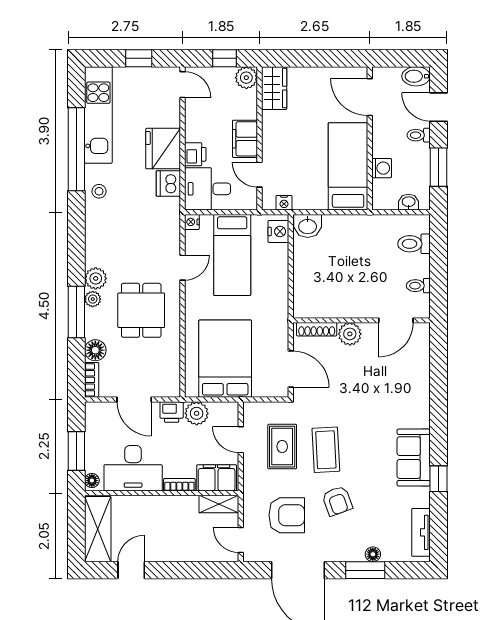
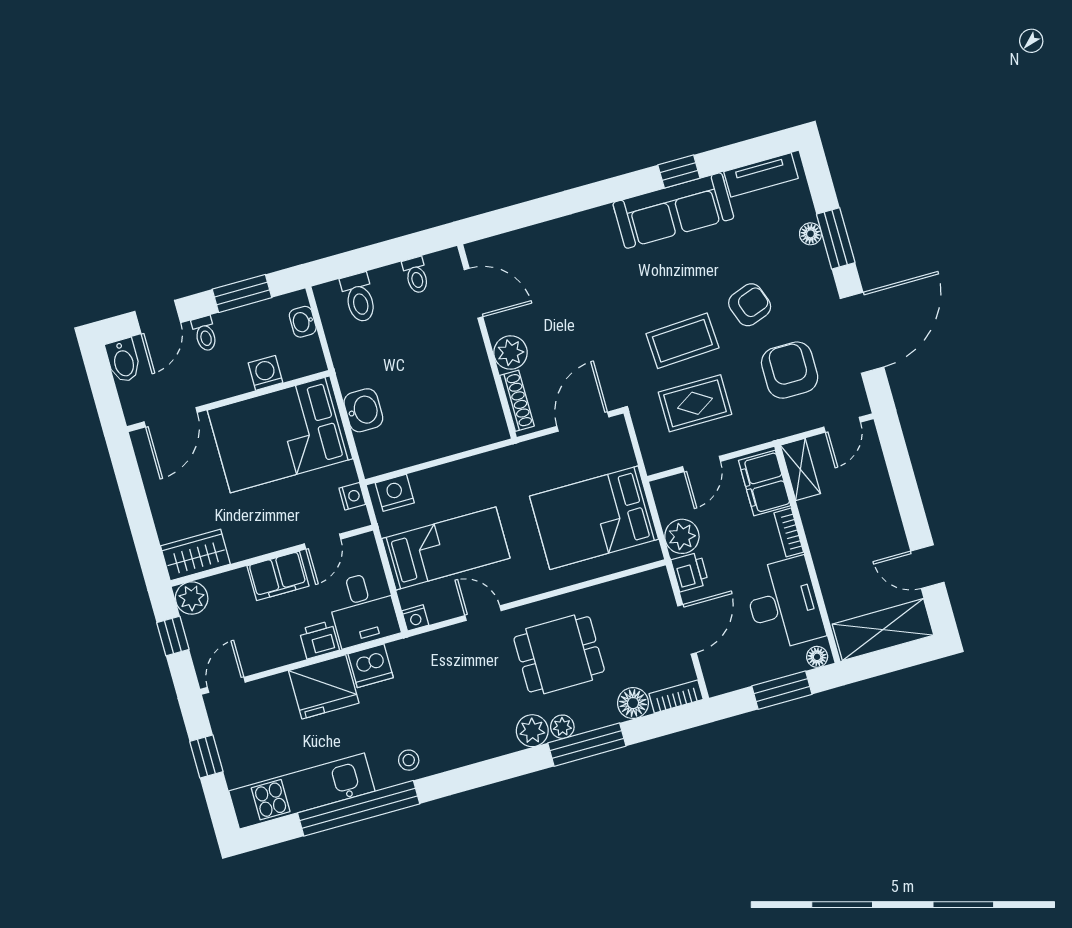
bed: (348, 166) -> (280, 434), width x1.50
washbasin: (308, 226) -> (363, 410), moved
sofa: (414, 458) -> (673, 211), width x1.36

